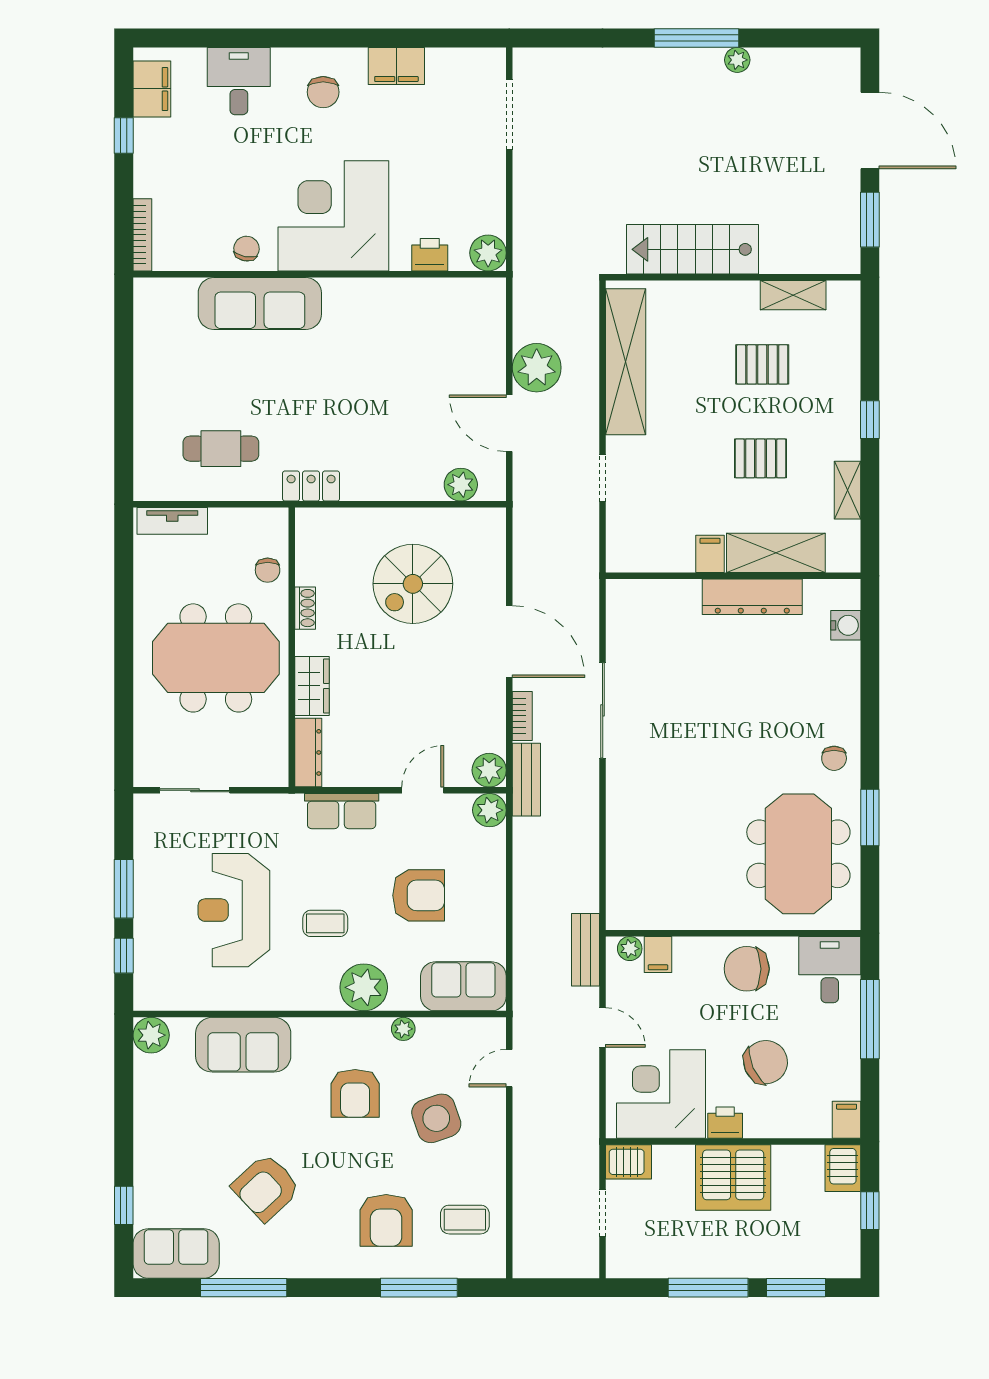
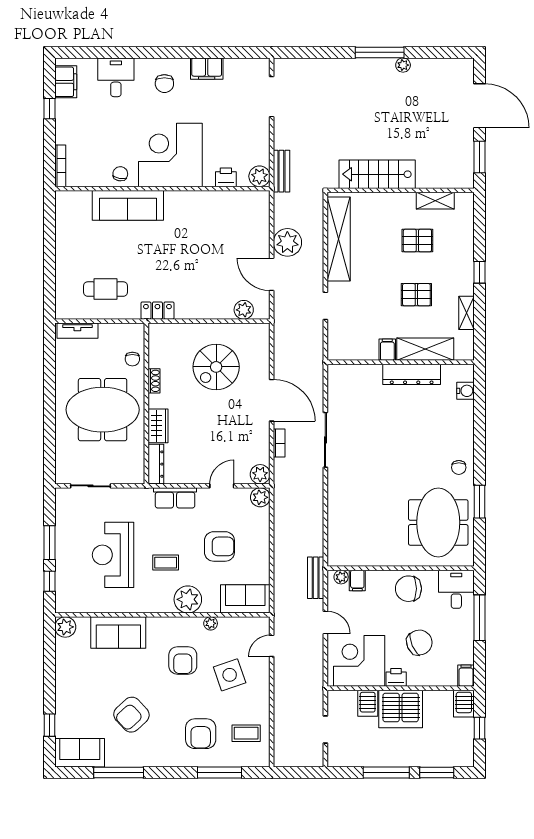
bench: (526, 780) -> (281, 171), moved
server rack: (628, 1162) -> (368, 703), moved, turned 90

